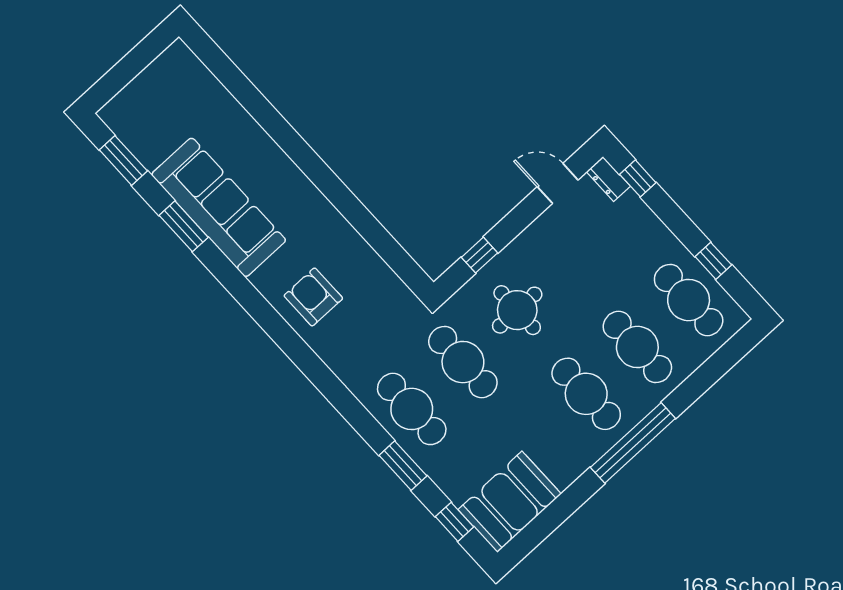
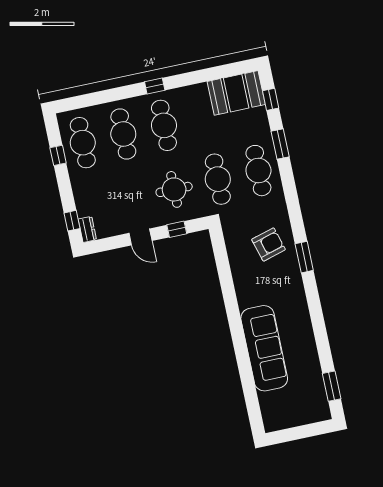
door: (558, 183) -> (140, 237), moved
sofa: (219, 207) -> (264, 348), moved, turned 180
window: (184, 226) -> (304, 257), moved
armchair: (313, 297) -> (269, 244), moved, turned -106
window: (633, 443) -> (155, 86), width x0.32

